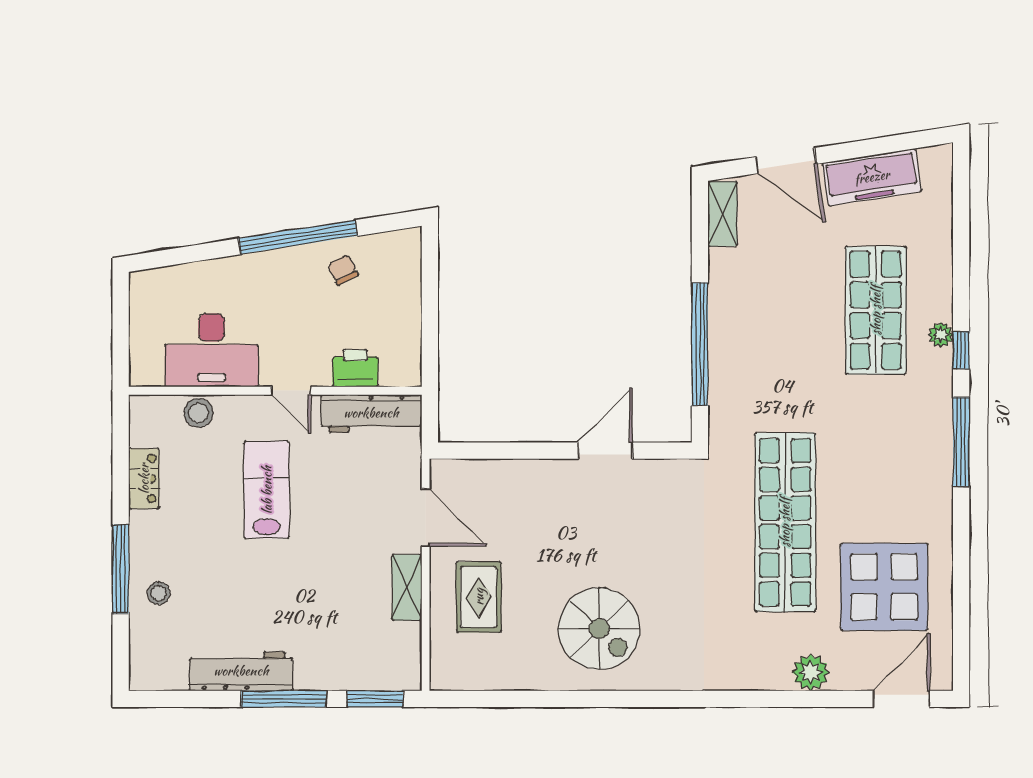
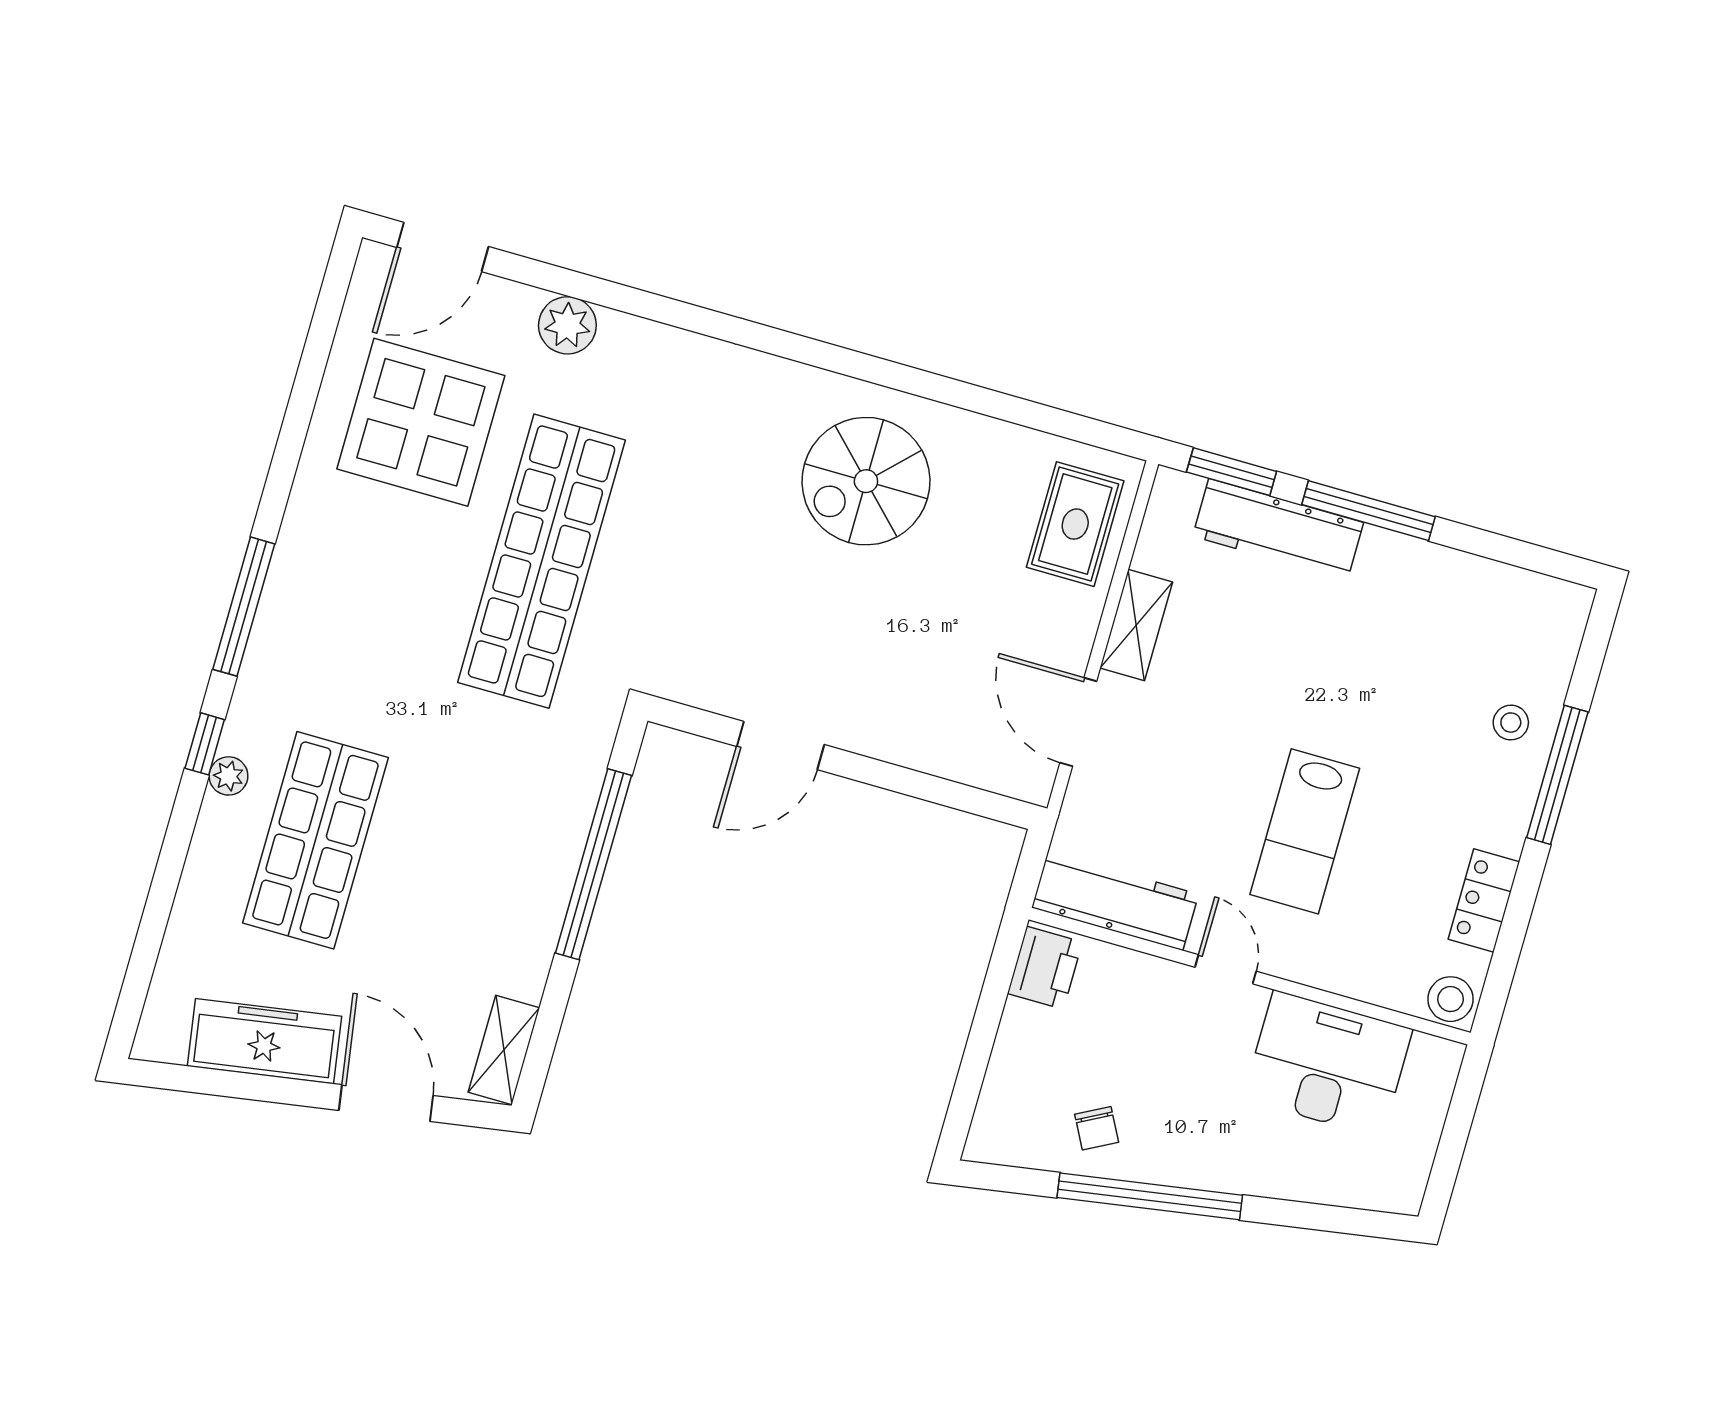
printer: (355, 368) -> (1045, 968), moved, turned -90
stool: (199, 413) -> (1451, 999), moved
rug: (479, 597) -> (1075, 524), moved
spiral stairs: (599, 629) -> (866, 481), turned -90
workbench: (241, 671) -> (1278, 529), moved

